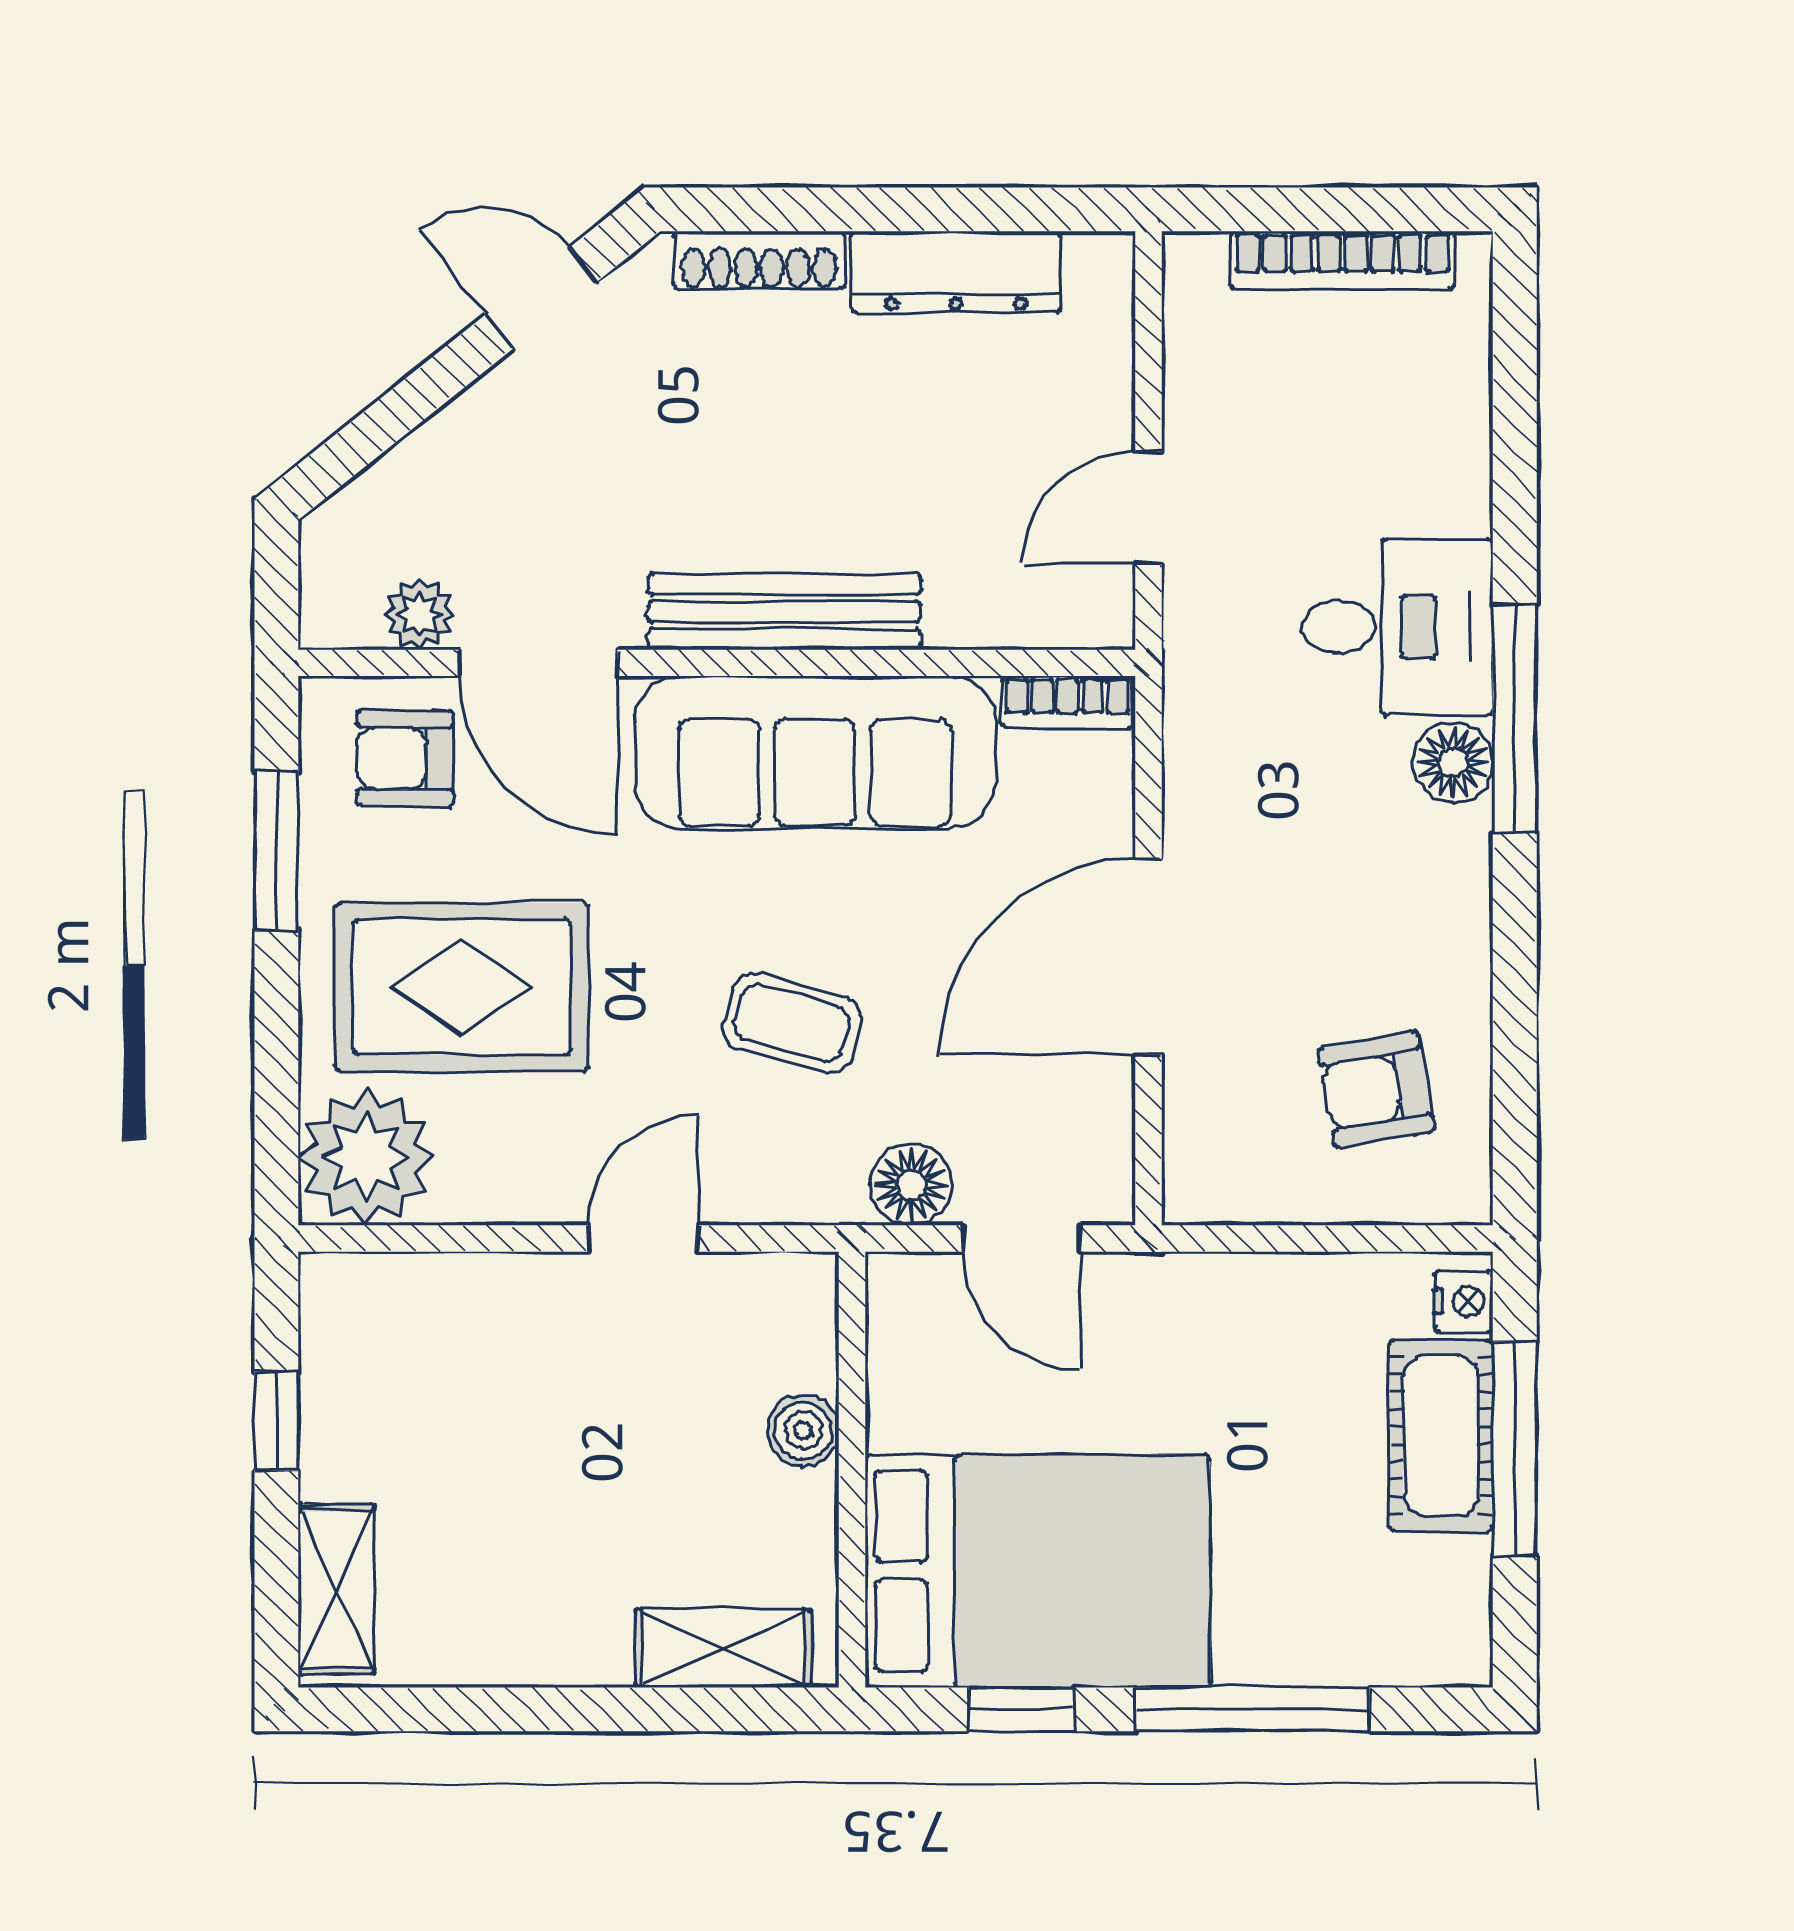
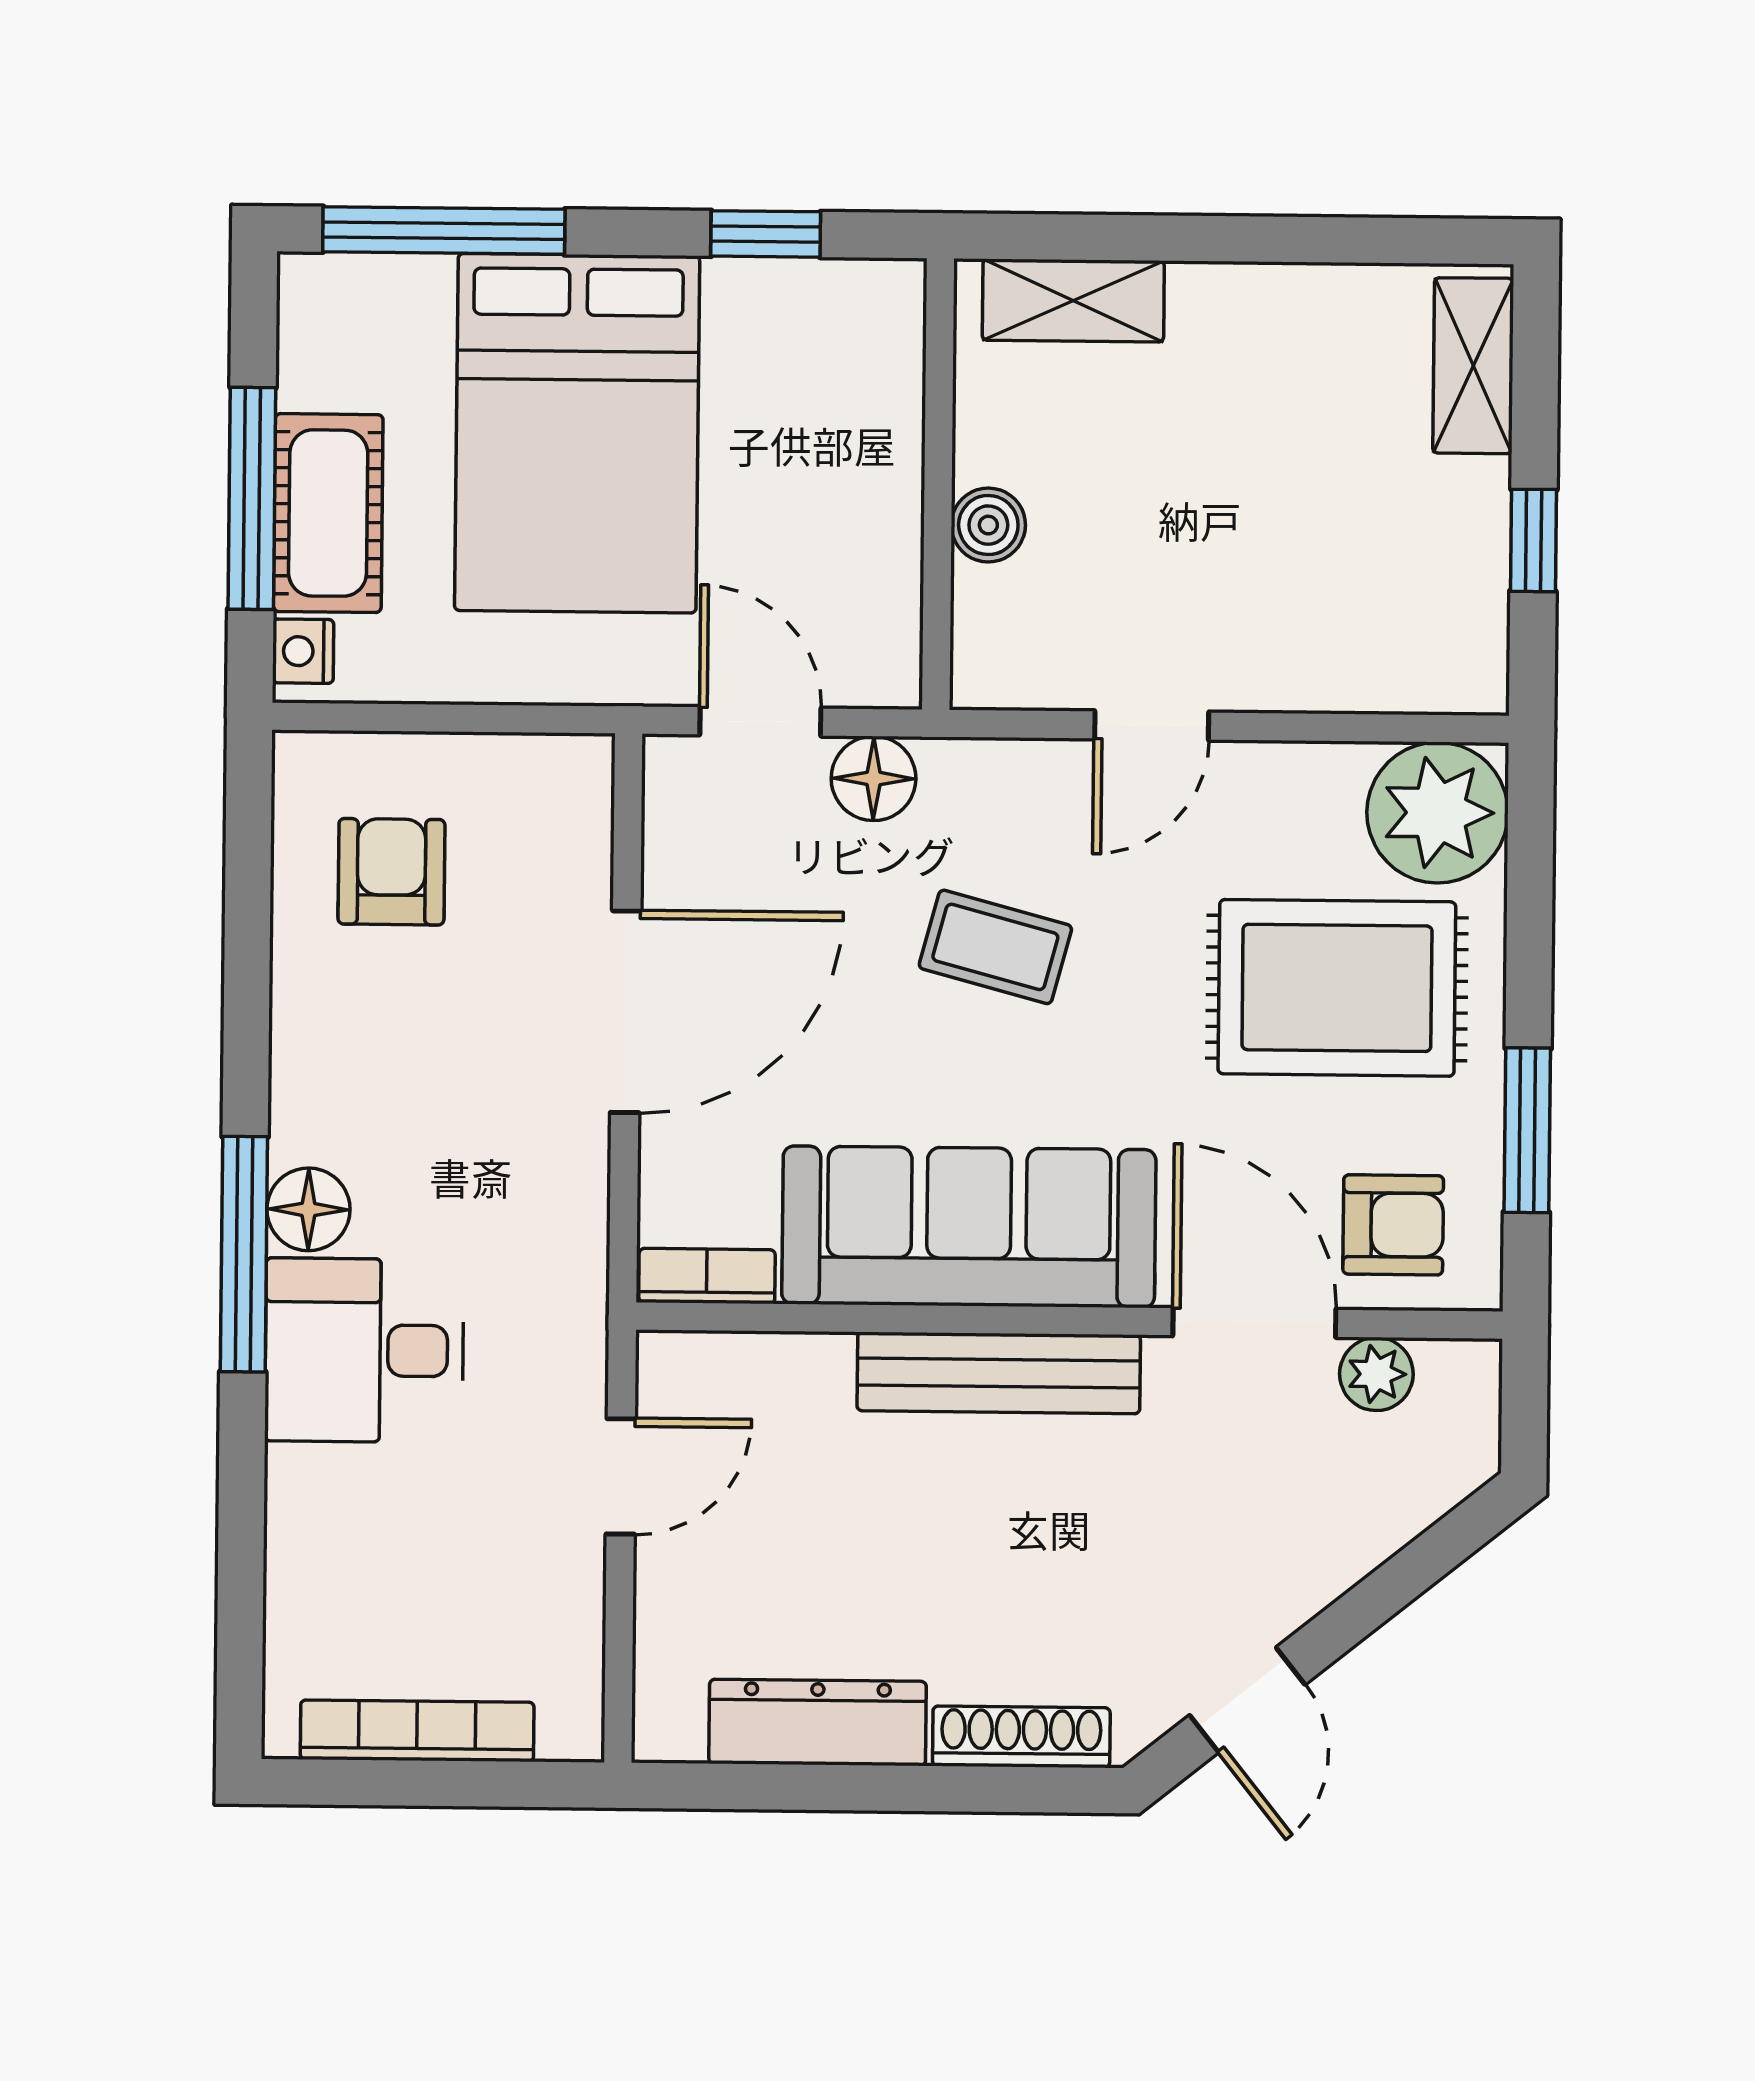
door: (541, 298) -> (1247, 1700), hinge flipped
armchair: (1376, 1090) -> (391, 872), turned -80
bed: (1038, 1571) -> (577, 433), moved, turned -90
window: (1253, 1709) -> (444, 231), moved

